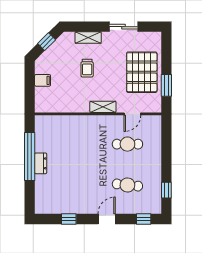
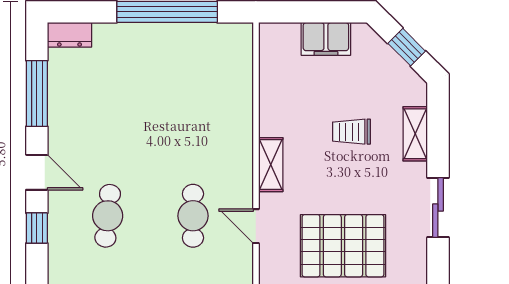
filing cabinet: (43, 80) -> (326, 39), width x2.00
dresser: (41, 163) -> (69, 35), moved
window: (69, 219) -> (37, 93), width x2.17
window: (144, 219) -> (37, 228), moved

